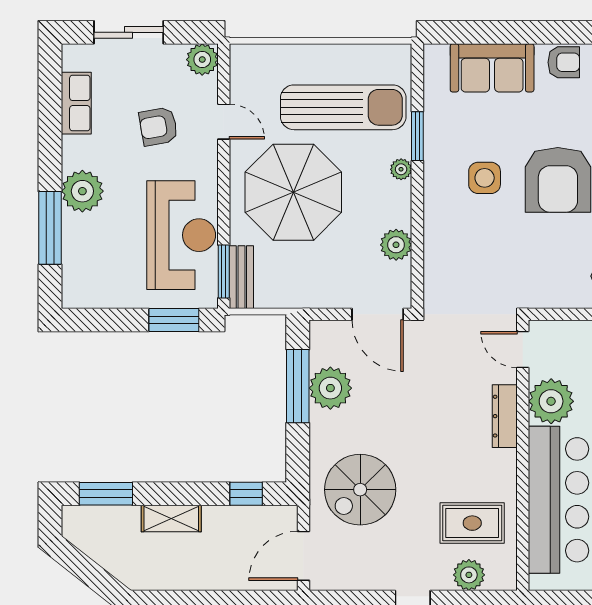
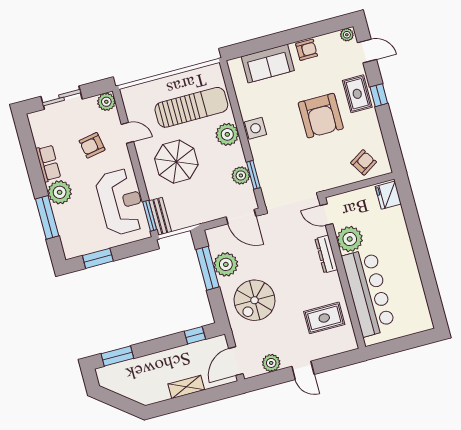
row of seats: (76, 103) -> (48, 163), moved
window: (417, 136) -> (253, 175), moved
plant: (401, 169) -> (227, 134), width x1.87, depth x1.87
side table: (485, 178) -> (256, 128), moved
parasol: (293, 192) -> (176, 162), width x0.73, depth x0.73
window: (174, 320) -> (98, 258), moved
spiral stairs: (360, 490) -> (255, 300), moved
shelving: (171, 518) -> (186, 387), moved
plant: (469, 575) -> (271, 363), moved

